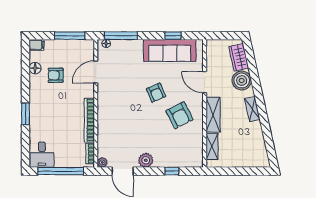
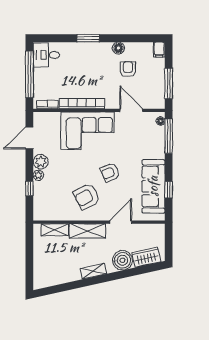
floor lamp: (35, 68) -> (118, 48), moved
corner sofa: (116, 115) -> (87, 131), added
plant: (102, 162) -> (38, 175), moved

